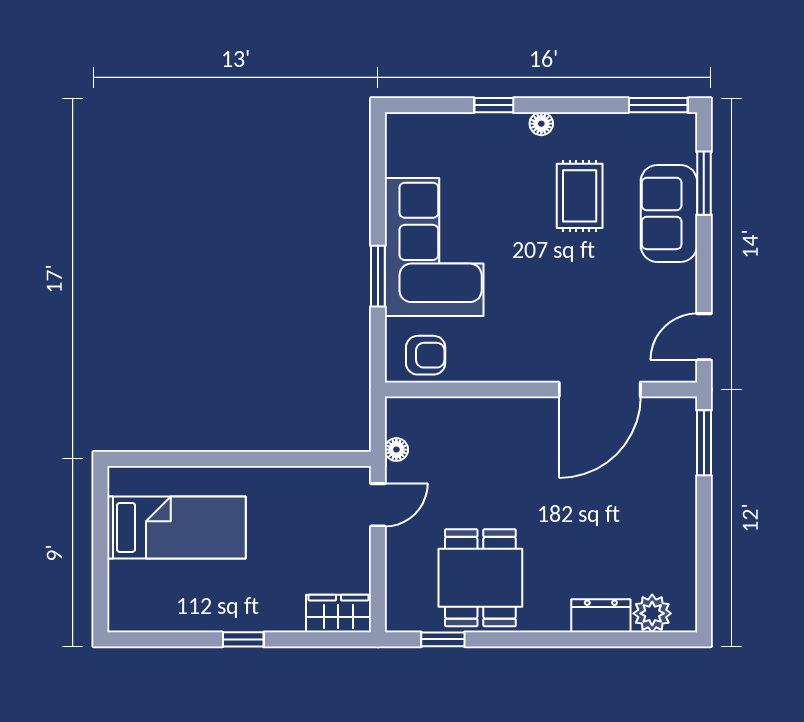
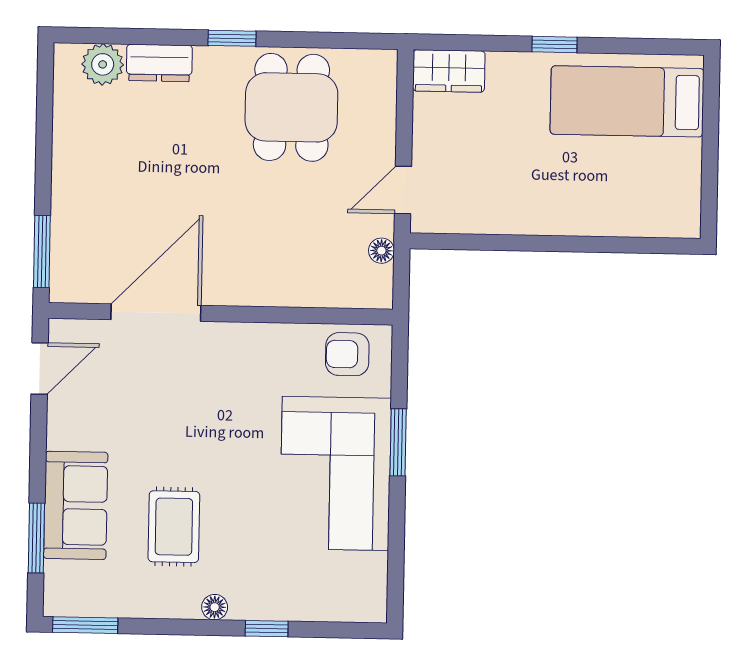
bed: (176, 527) -> (627, 101), moved
window: (443, 639) -> (232, 38), moved

